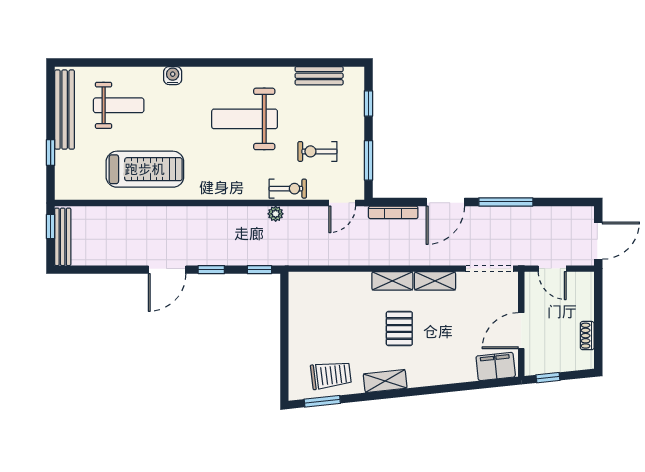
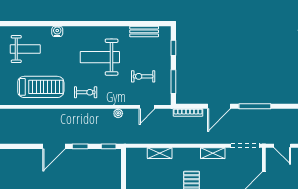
exercise bike: (288, 189) -> (86, 92), moved
door: (342, 203) -> (147, 107), moved
shelving: (392, 281) -> (160, 153), moved

